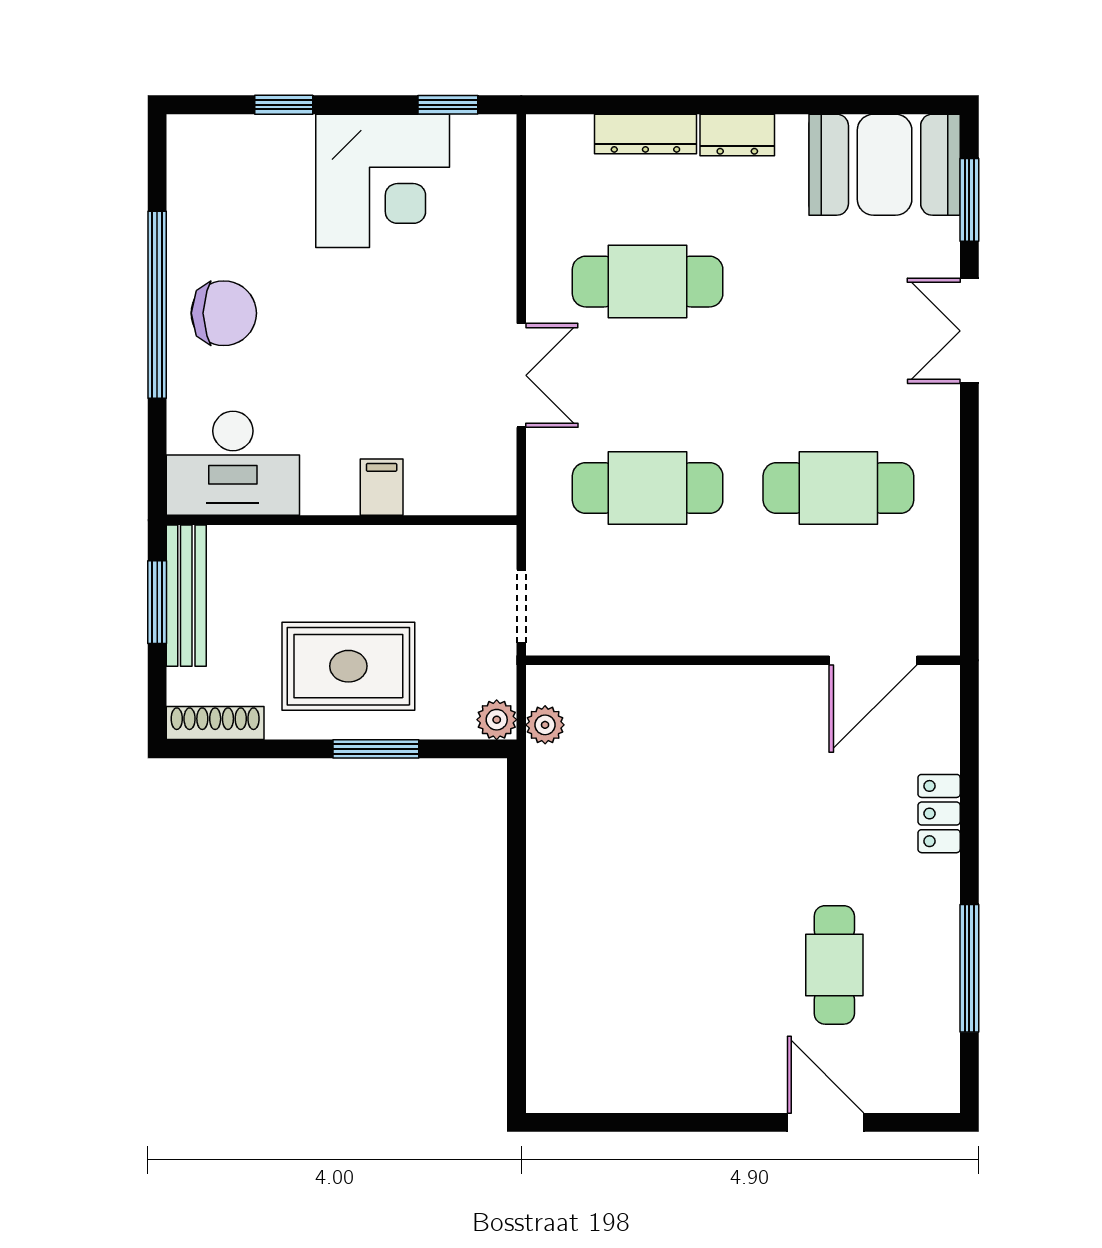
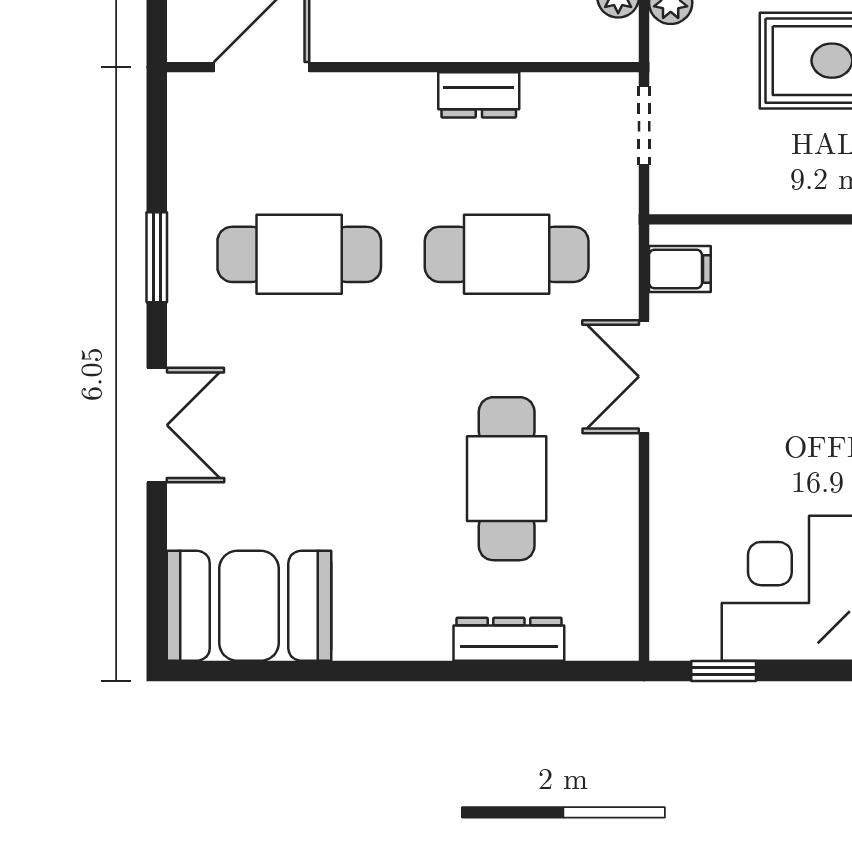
dresser: (737, 135) -> (479, 95), moved, turned 180
window: (969, 200) -> (157, 257), moved
cafe table: (648, 282) -> (507, 479), turned 90
filing cabinet: (382, 487) -> (680, 269), moved, turned -90

